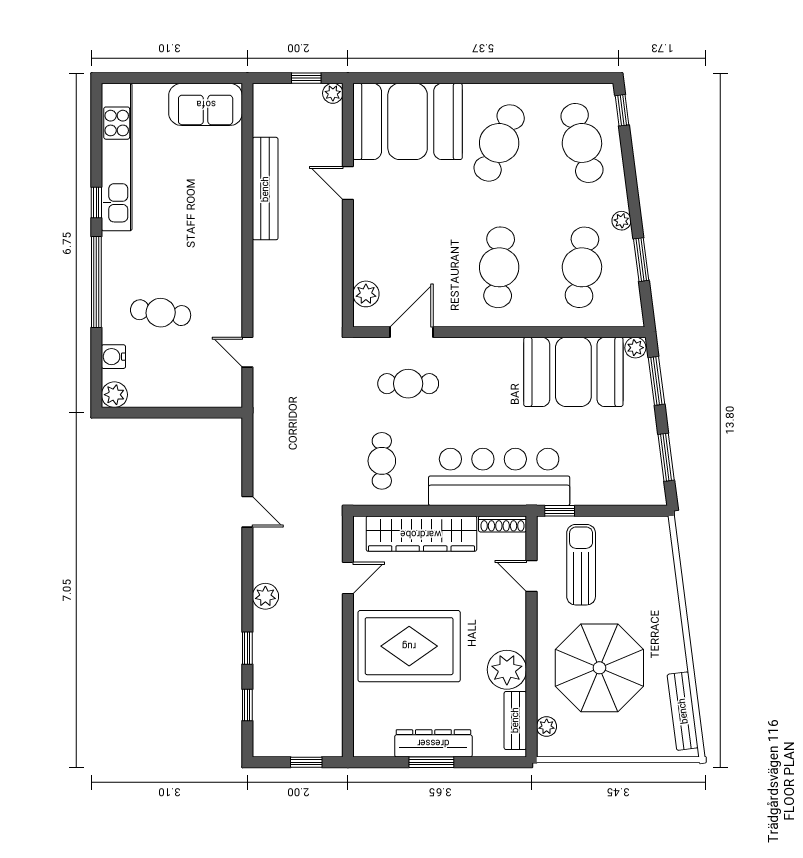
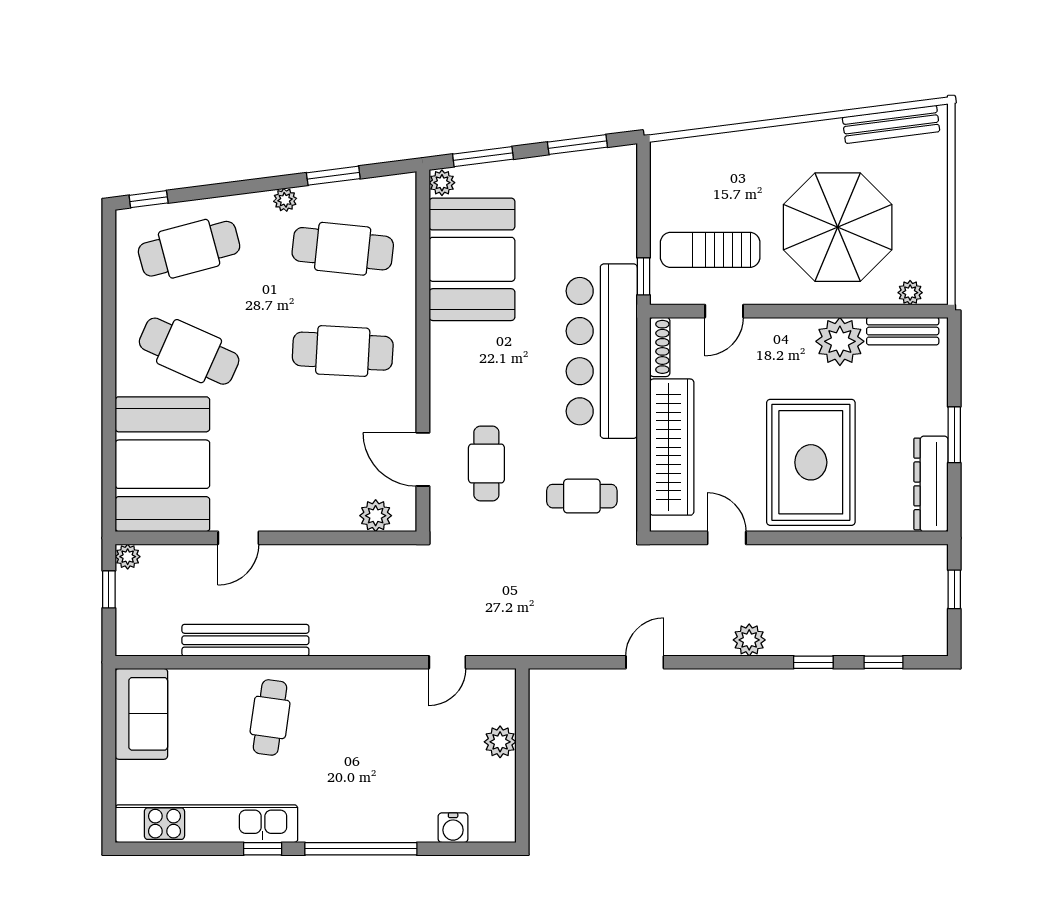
cafe table: (161, 313) -> (270, 717), moved
plant: (114, 395) -> (500, 742), moved
dresser: (433, 743) -> (931, 484), moved

